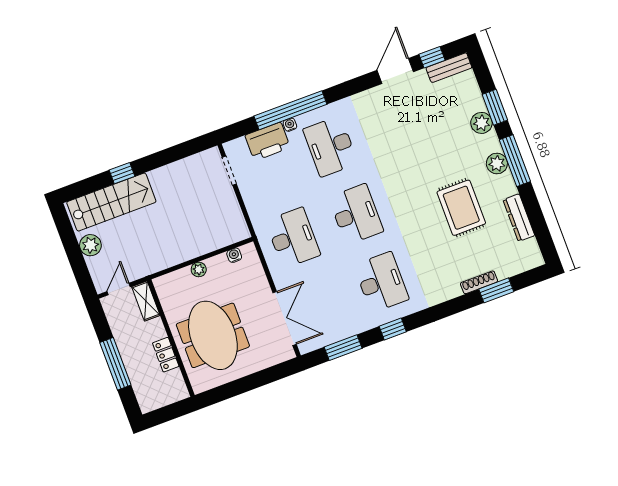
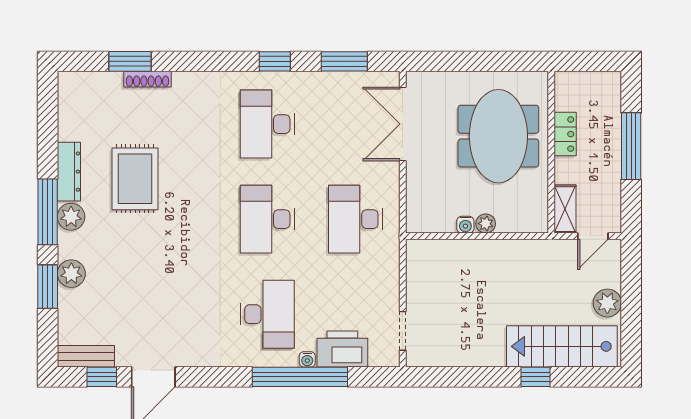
dresser: (519, 218) -> (69, 172), moved
water cooler: (234, 255) -> (465, 225), moved

